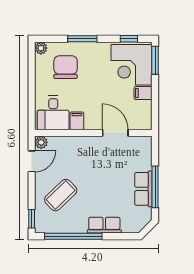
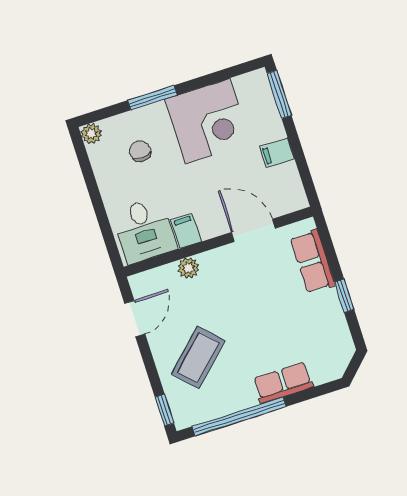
window: (129, 39) -> (227, 74), removed
corner desk: (132, 65) -> (208, 121), moved, turned -90
chair: (66, 67) -> (140, 151), width x0.54, depth x0.54
plant: (41, 142) -> (189, 268), moved
window: (155, 187) -> (344, 296), width x0.46
row of seats: (143, 189) -> (313, 261), moved

